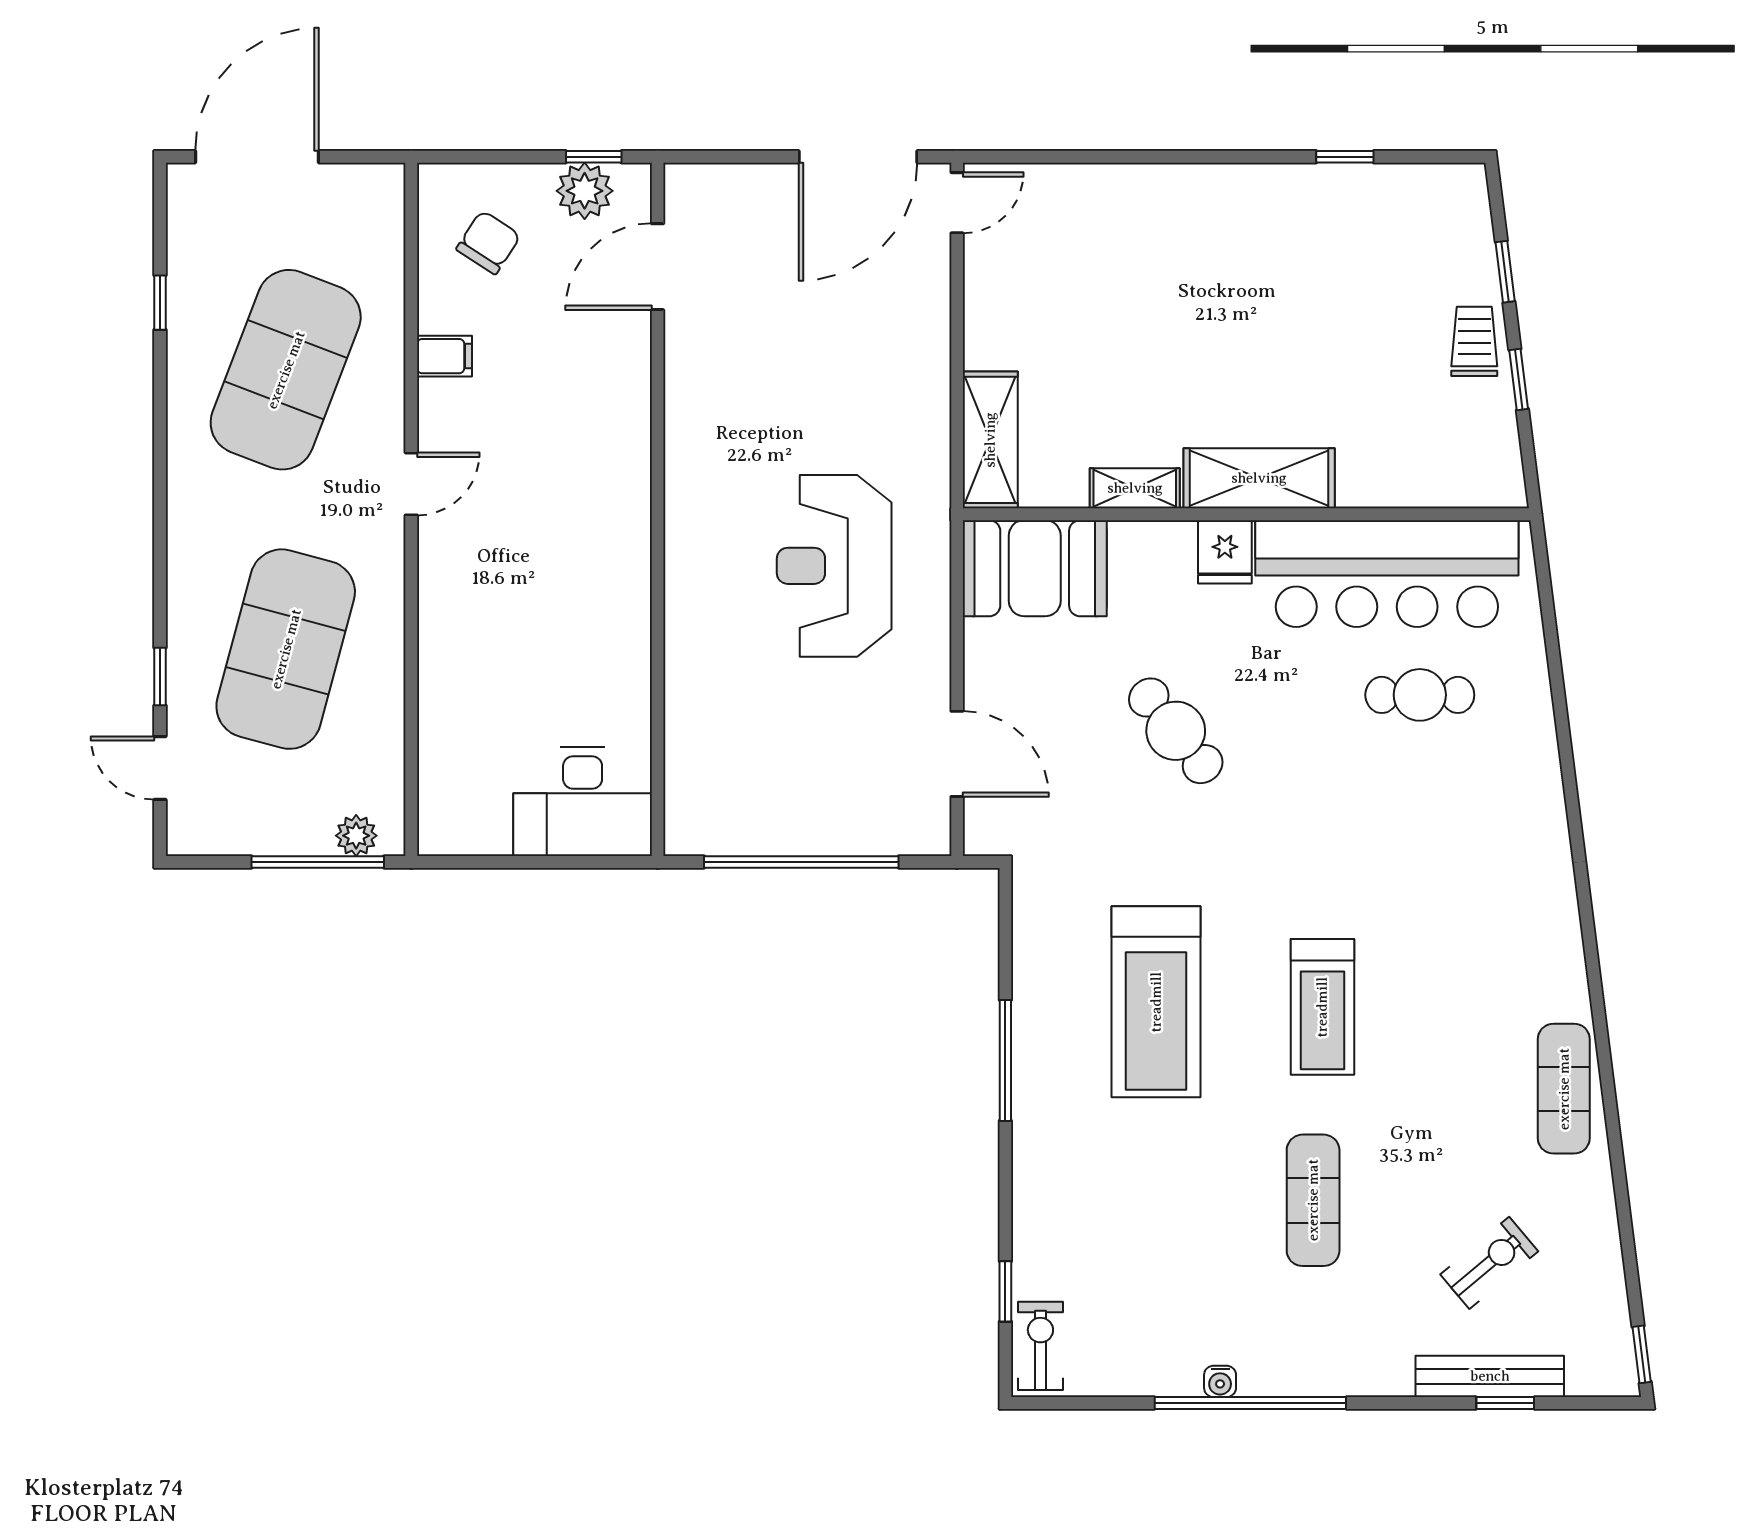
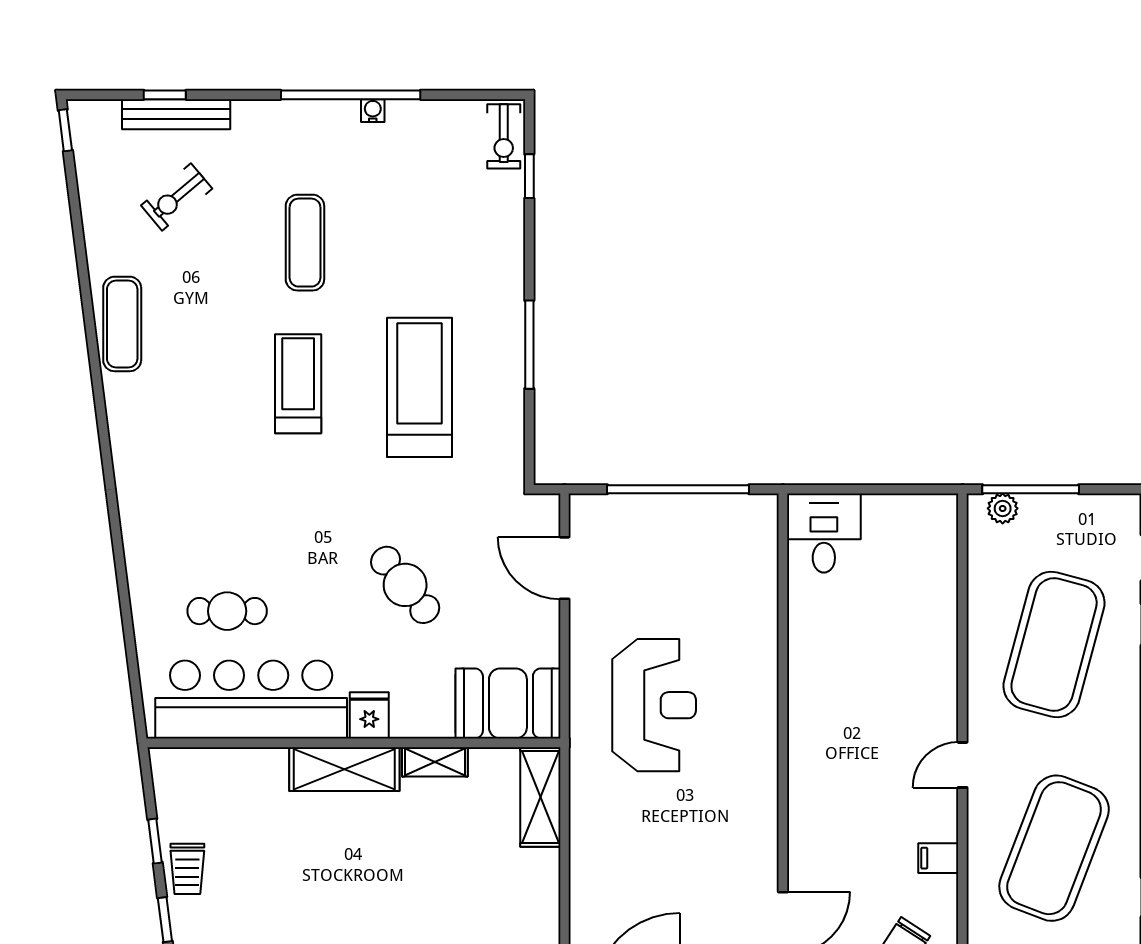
desk: (583, 802) -> (824, 533), width x0.73

